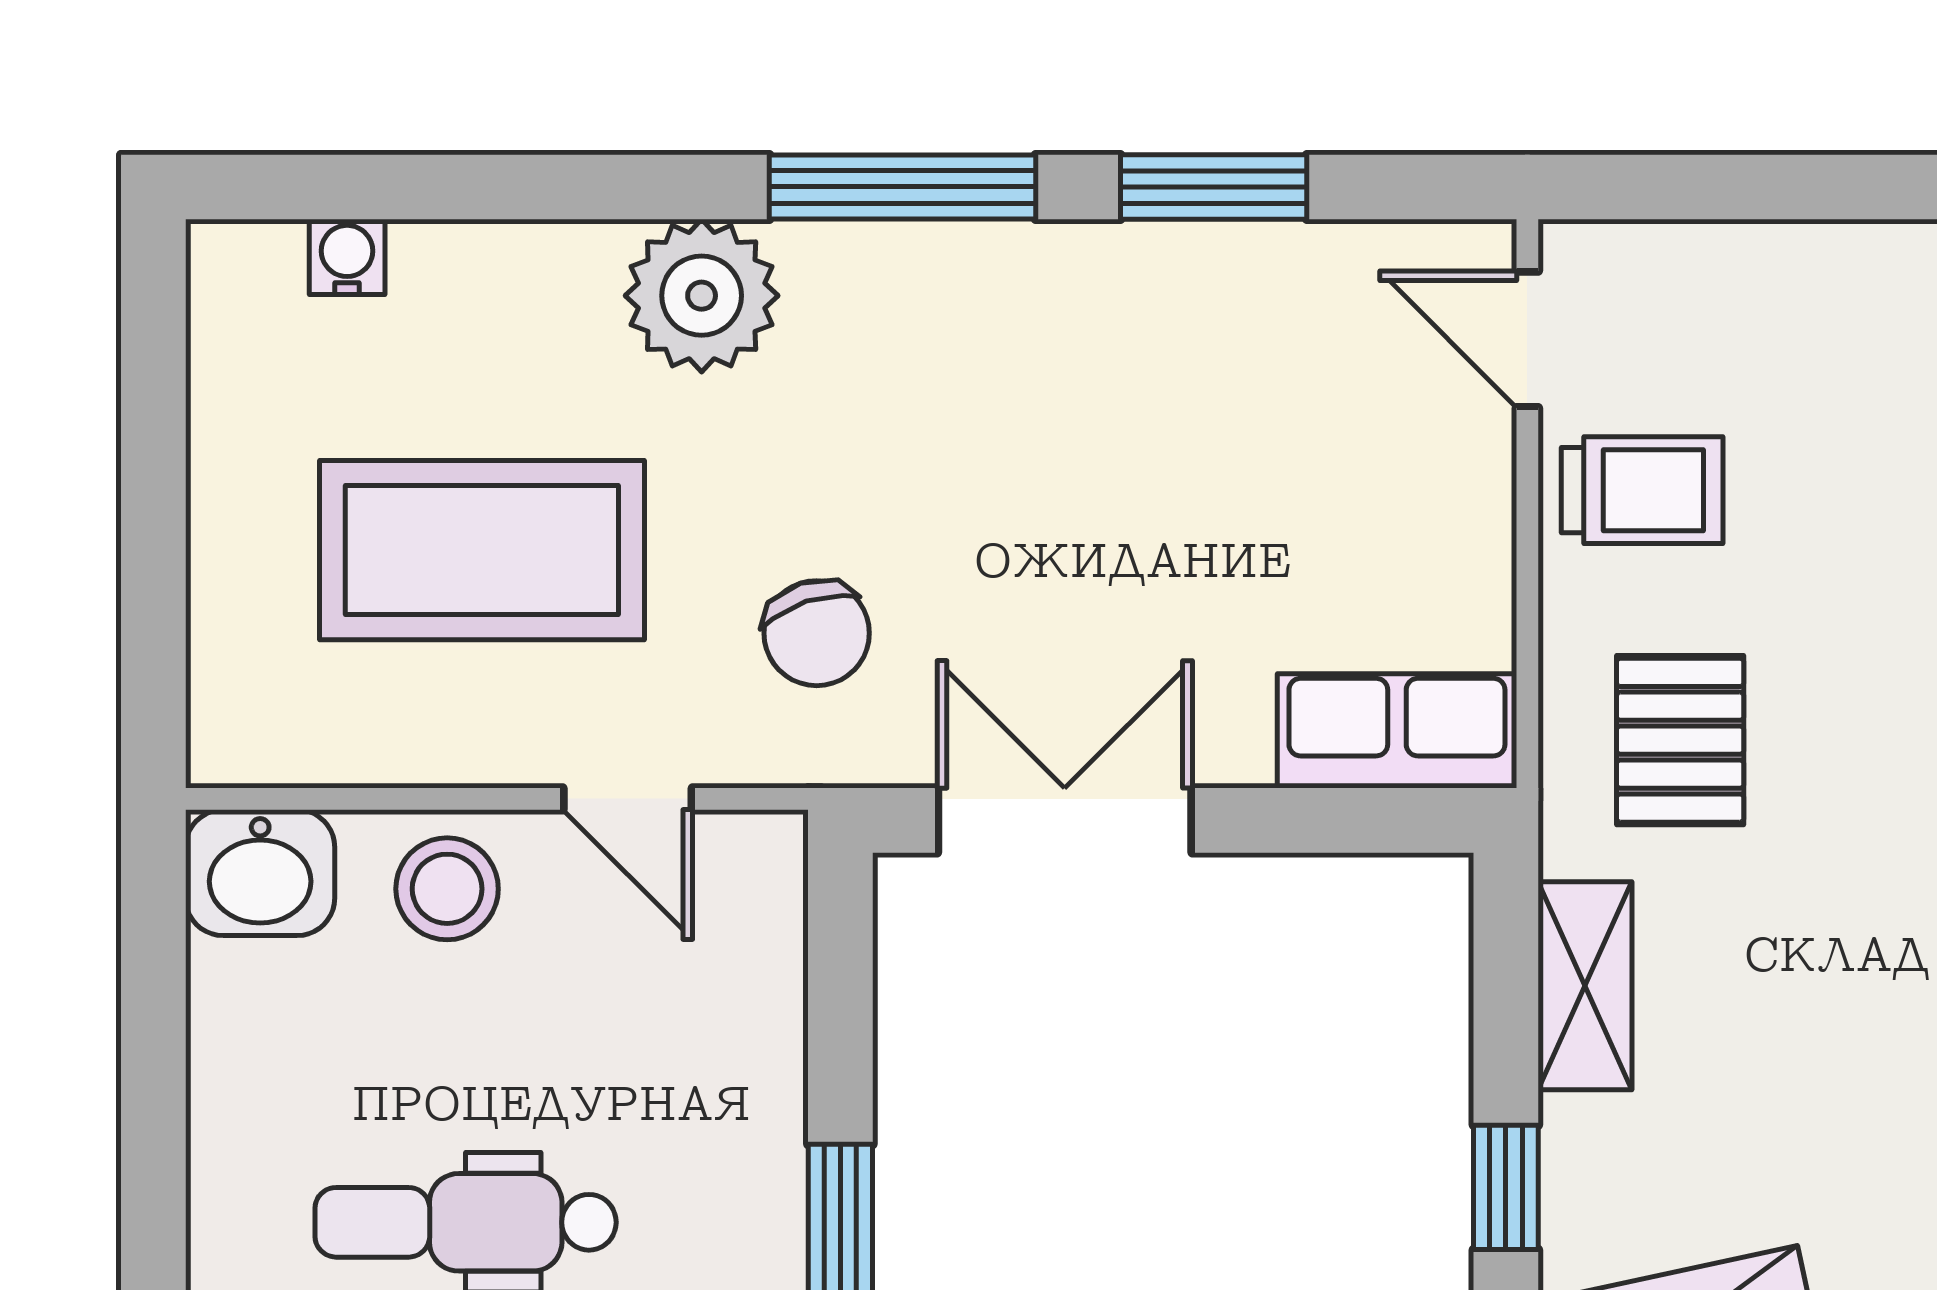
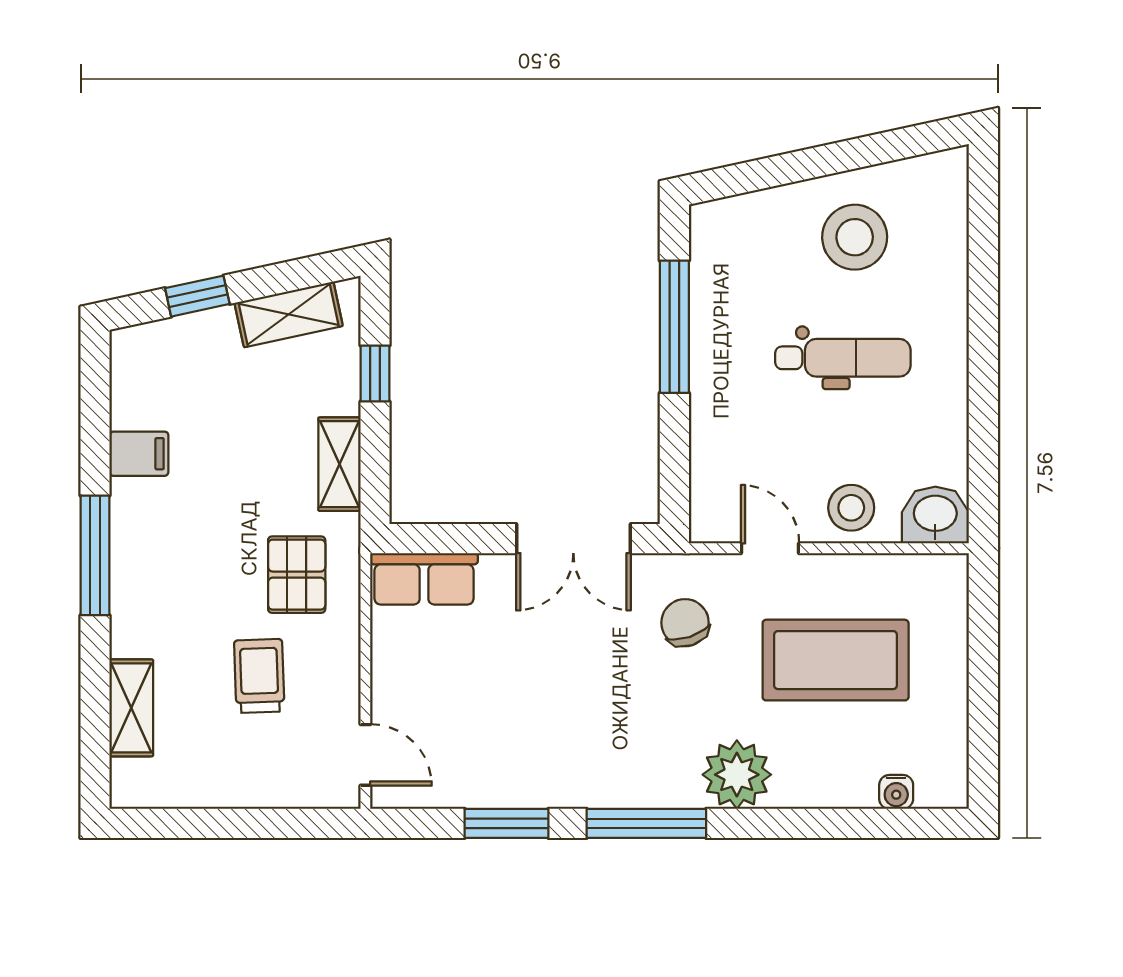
trolley: (1642, 490) -> (259, 676), moved, turned 88

